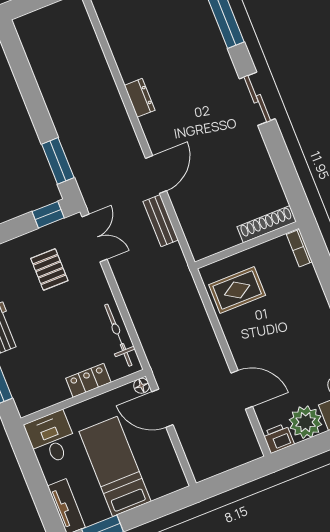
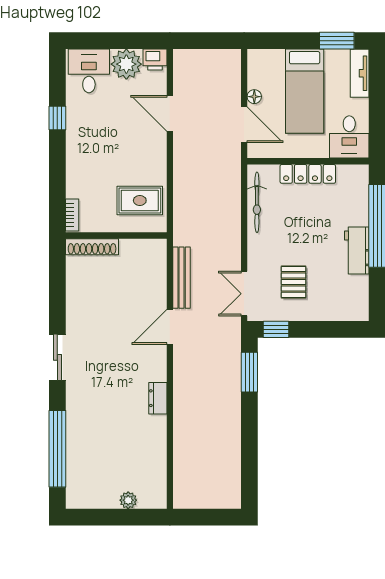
bench: (161, 221) -> (182, 278), width x1.36
locker: (88, 380) -> (308, 174), width x1.53
floor lamp: (141, 386) -> (254, 97), moved

